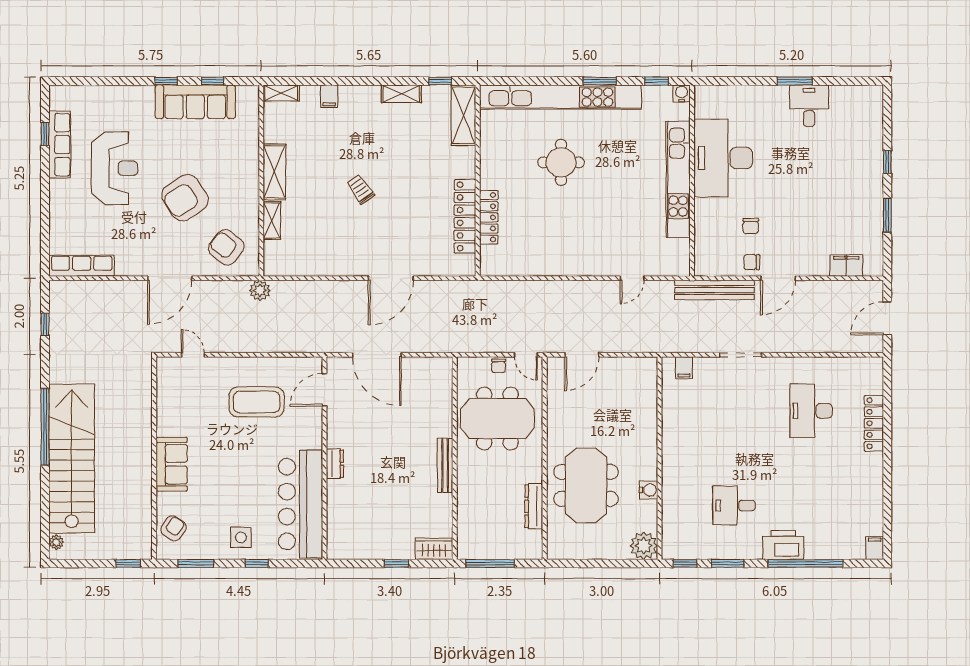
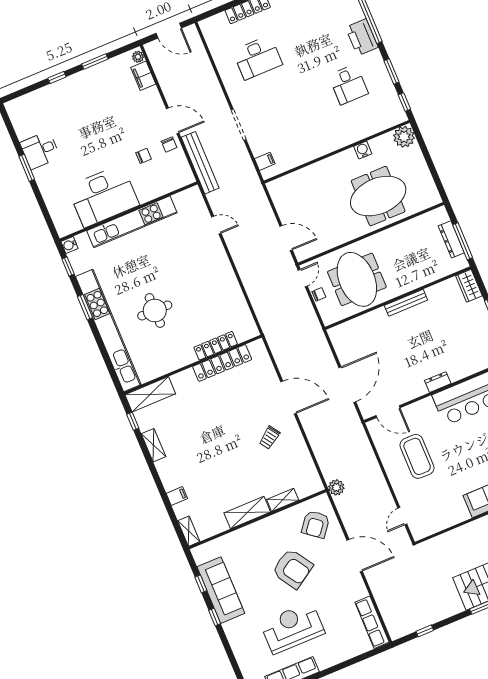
trolley: (361, 189) -> (269, 438), moved
plant: (872, 269) -> (138, 57), added
dresser: (534, 506) -> (451, 239), moved, turned 90

